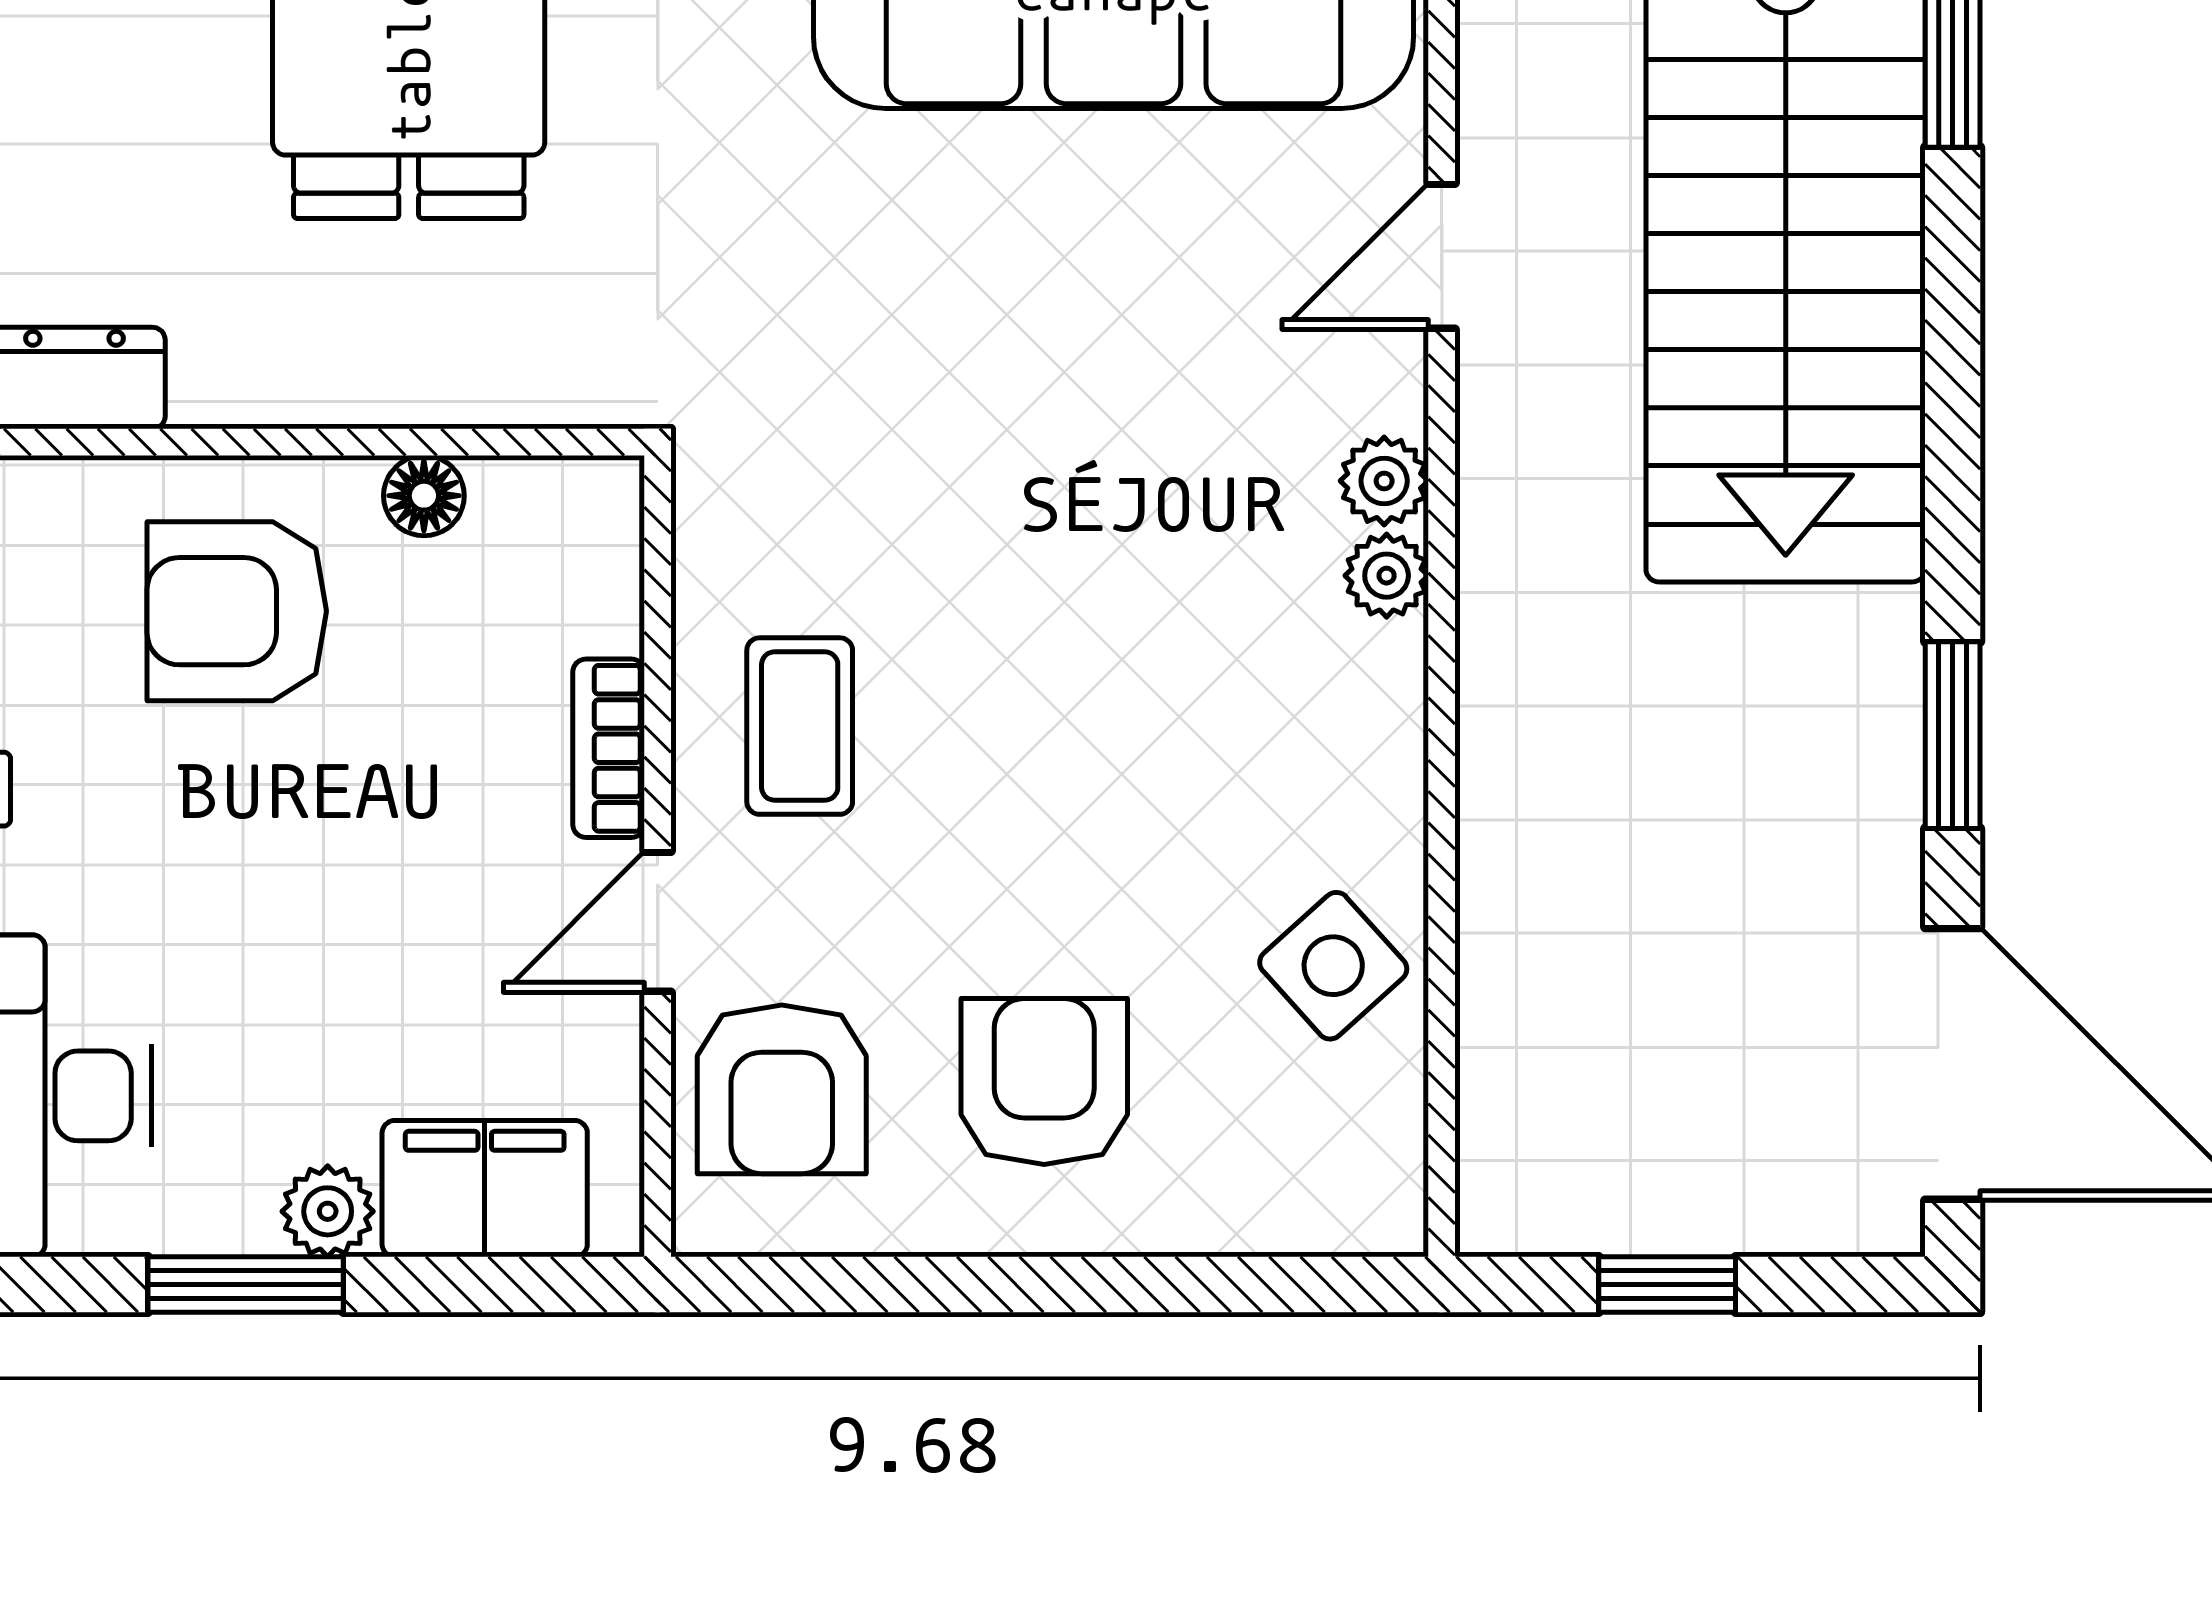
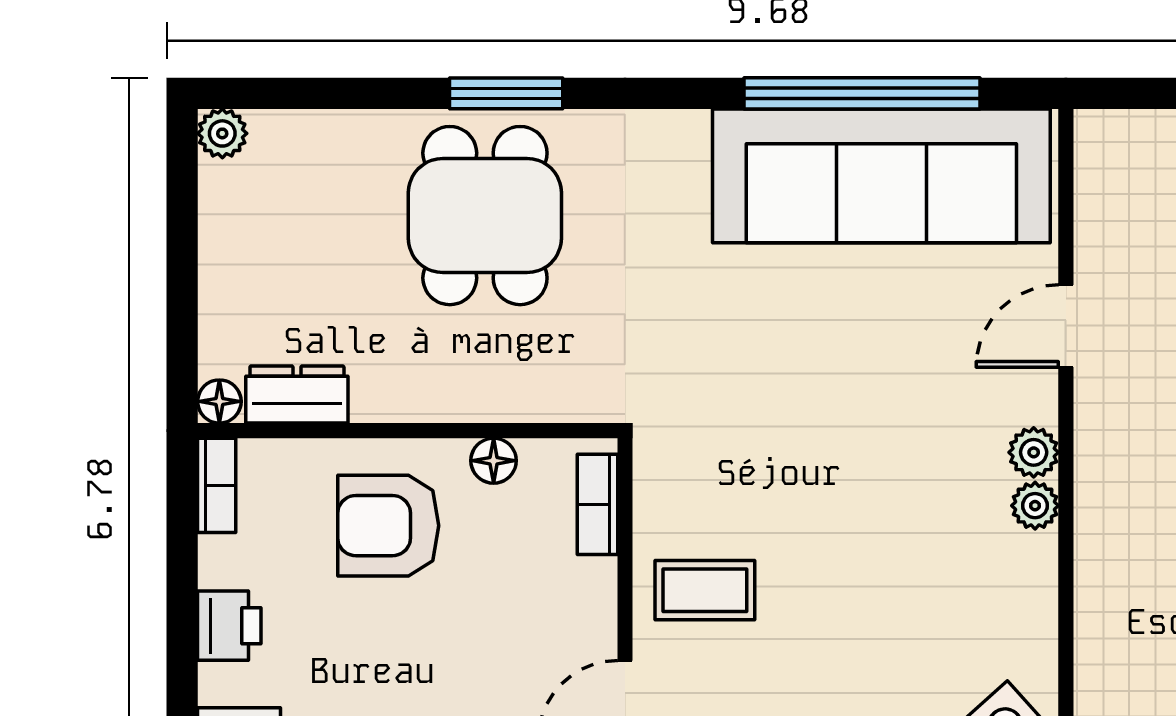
coffee table: (800, 726) -> (705, 590), turned 90
bookcase: (609, 748) -> (597, 504), moved

